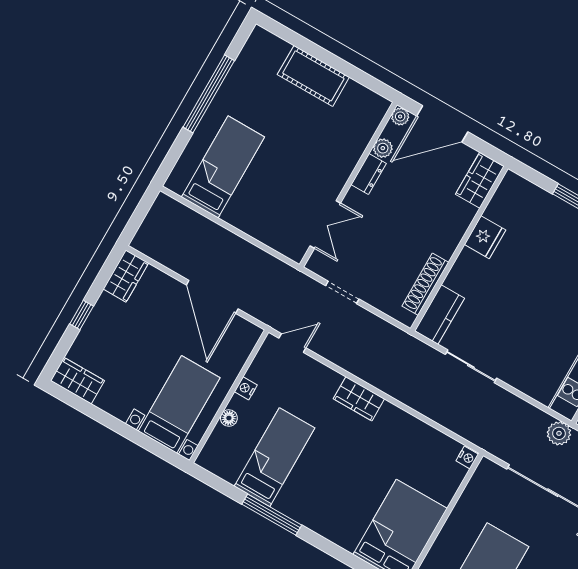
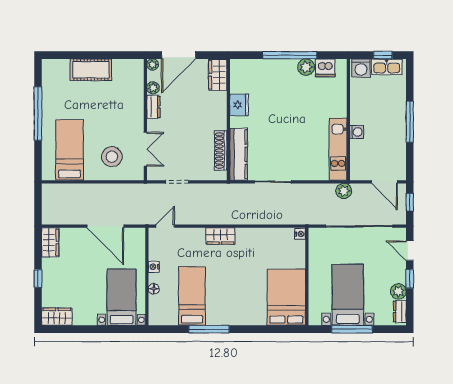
stool: (275, 209) -> (112, 157), added
kitchen counter: (439, 315) -> (238, 154), width x1.50

